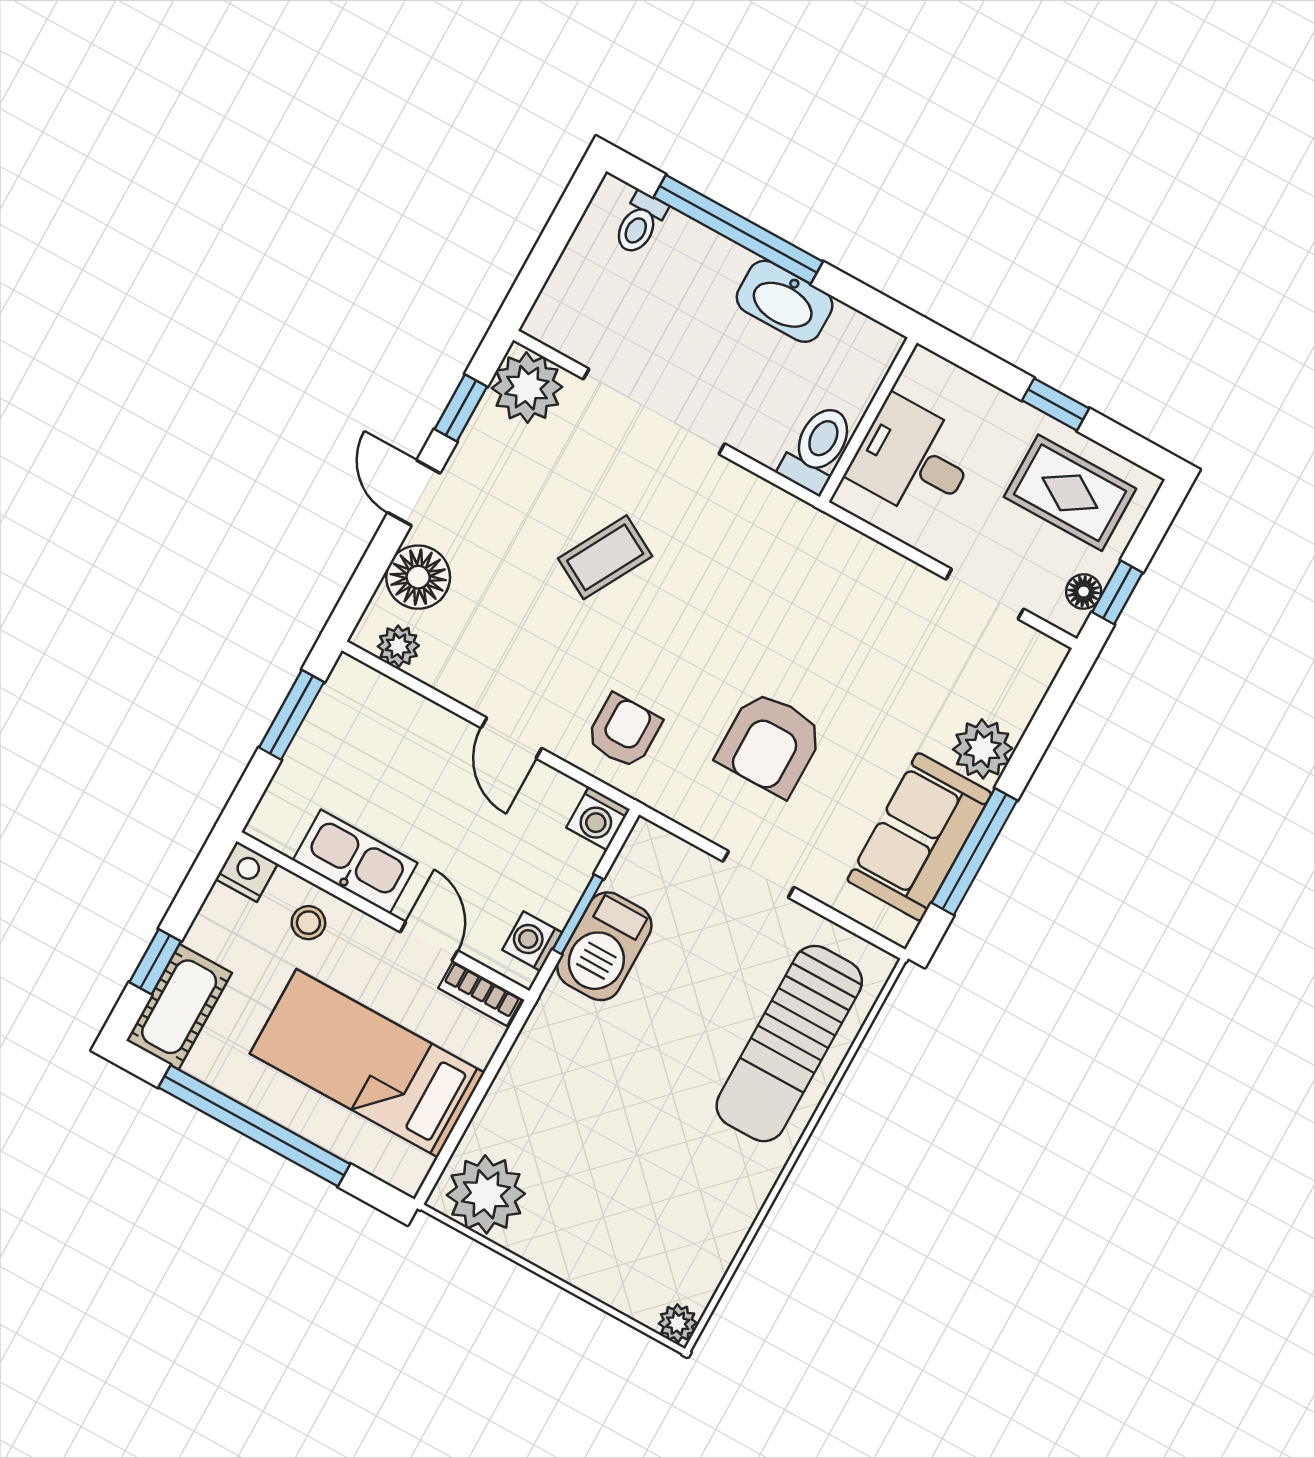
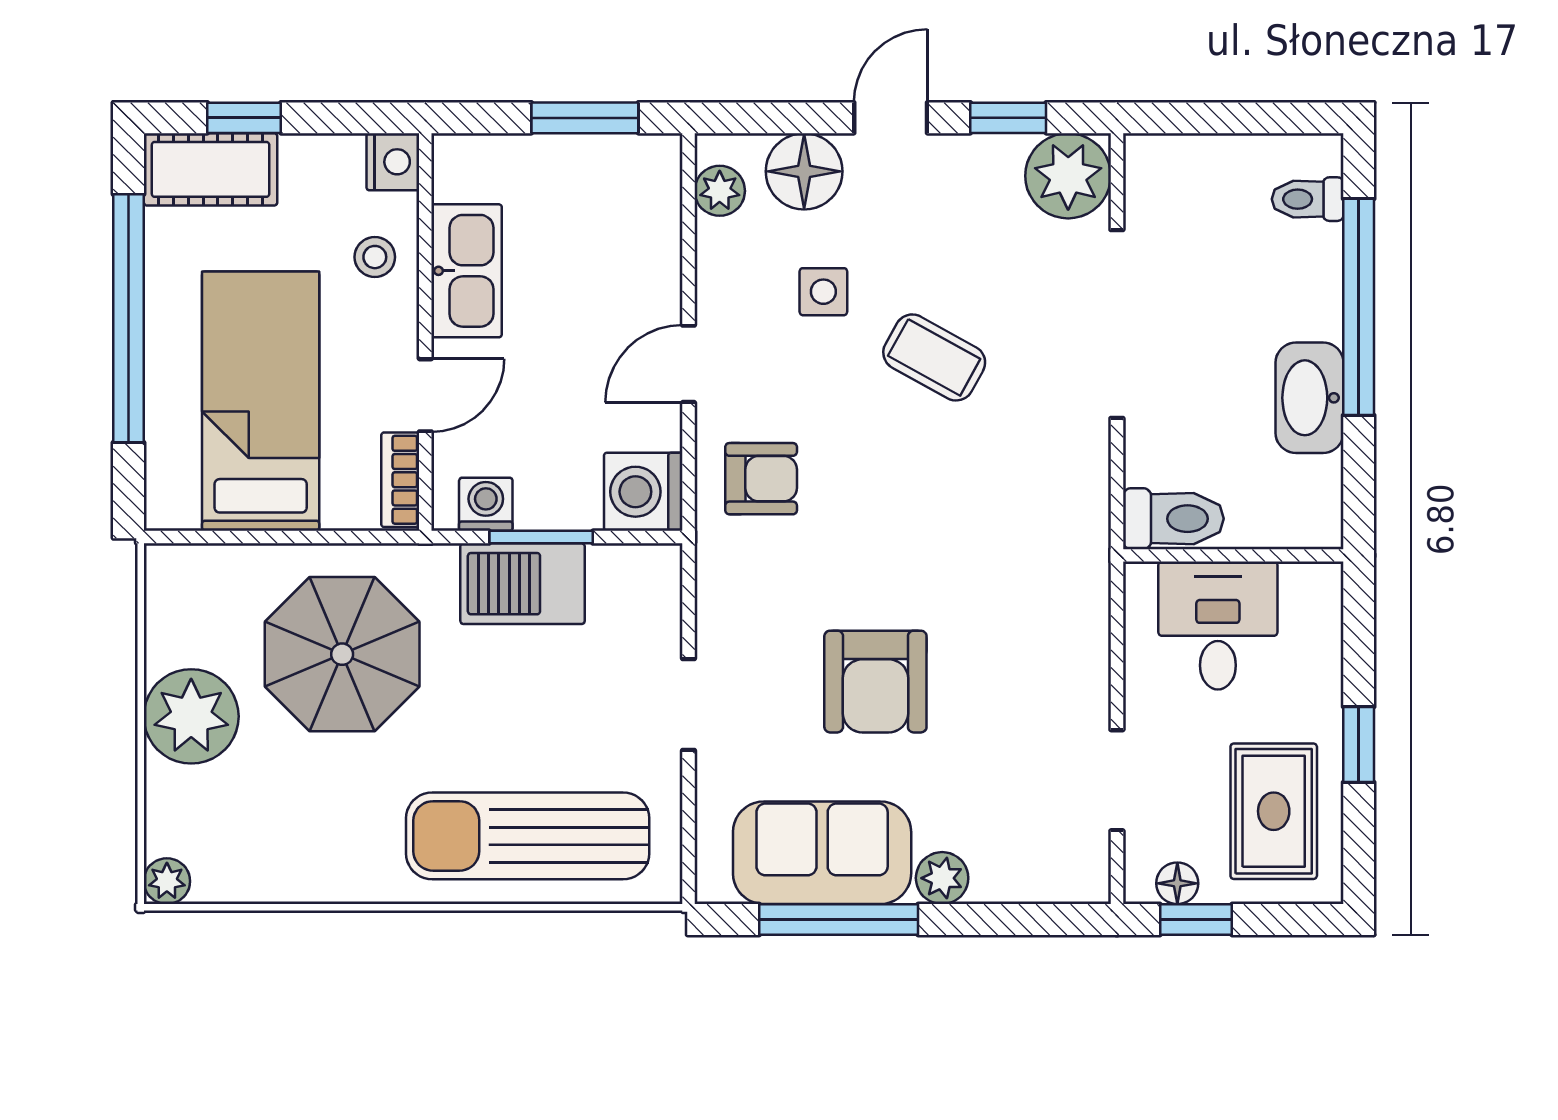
side table: (513, 611) -> (823, 292), added
armchair: (770, 744) -> (875, 682), moved, turned -90
plant: (983, 749) -> (942, 878), width x0.73, depth x0.73
washing machine: (598, 819) -> (643, 492), width x1.38, depth x1.38
parasol: (583, 1105) -> (342, 654), added
plant: (486, 1194) -> (191, 716), moved

